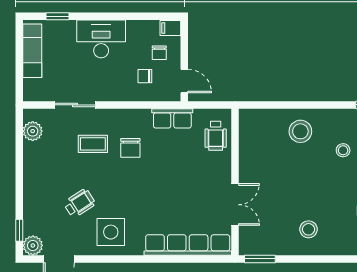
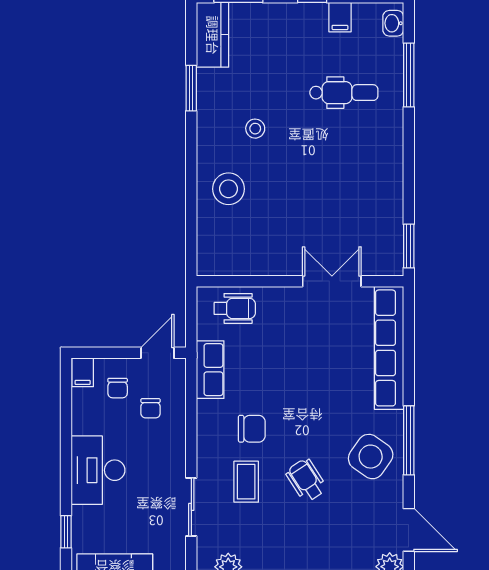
chair: (159, 53) -> (118, 388), turned 90
wheelchair: (79, 203) -> (306, 480), moved
stool: (308, 229) -> (367, 177), removed
side table: (111, 232) -> (371, 457), turned 35
window: (122, 259) -> (409, 440), added

